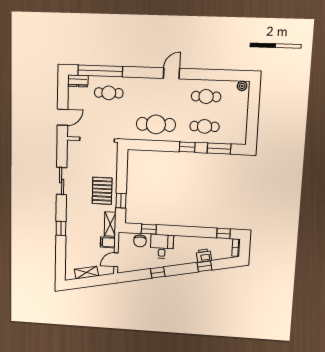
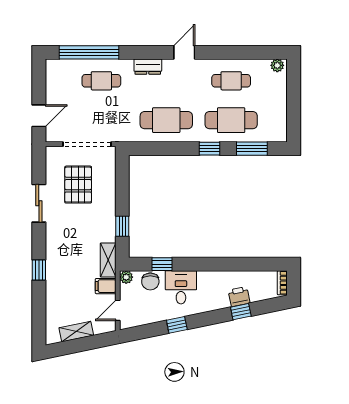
dresser: (78, 81) -> (148, 67), moved
cafe table: (205, 126) -> (231, 120), width x1.37, depth x1.35
pallet: (102, 191) -> (78, 185), moved
window: (223, 233) -> (264, 264), removed
plant: (123, 237) -> (126, 277), added

